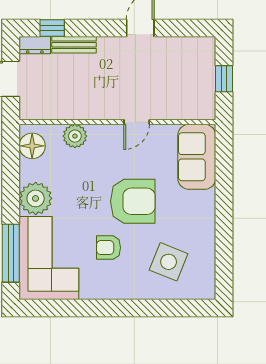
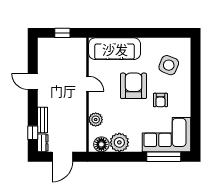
sofa: (197, 157) -> (115, 49), width x1.36
plant: (36, 198) -> (119, 142), moved

